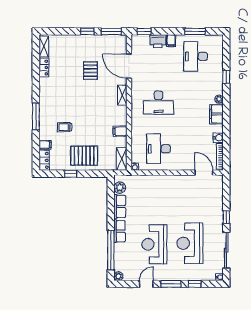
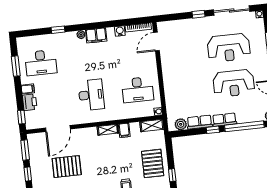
pallet: (90, 71) -> (67, 167), width x1.50, depth x1.42
shelving: (122, 95) -> (108, 130), moved
window: (111, 219) -> (213, 130), added

